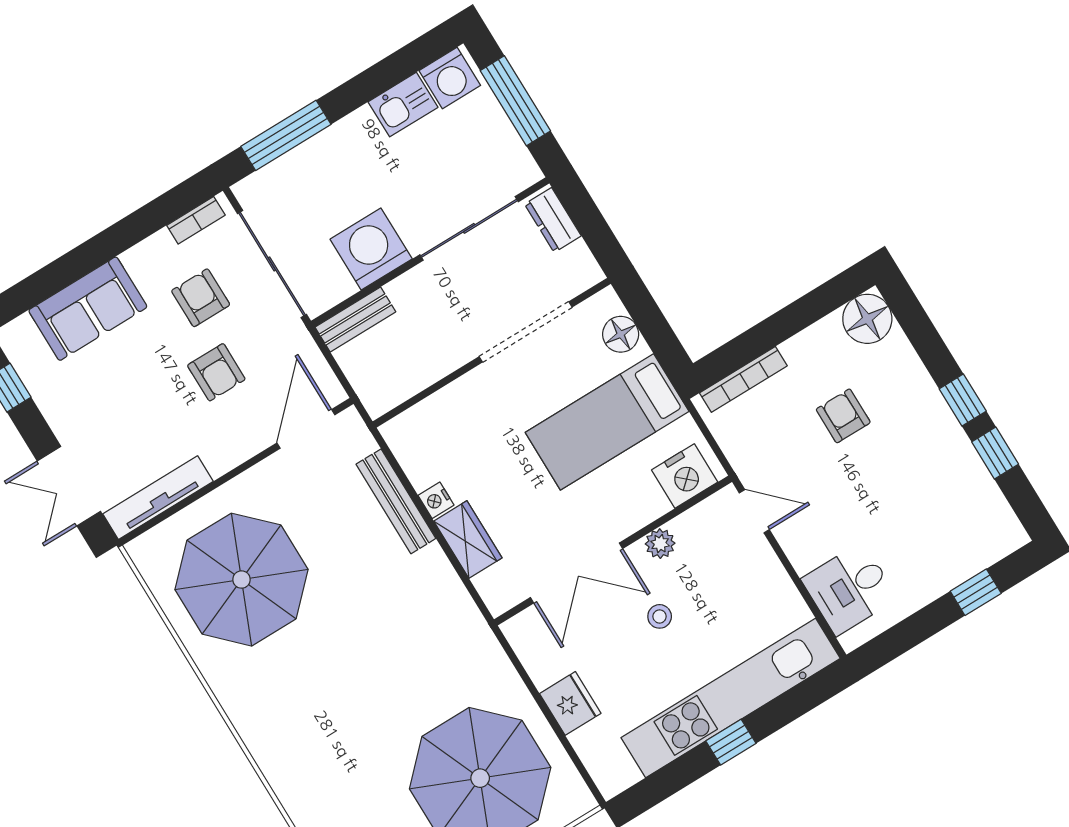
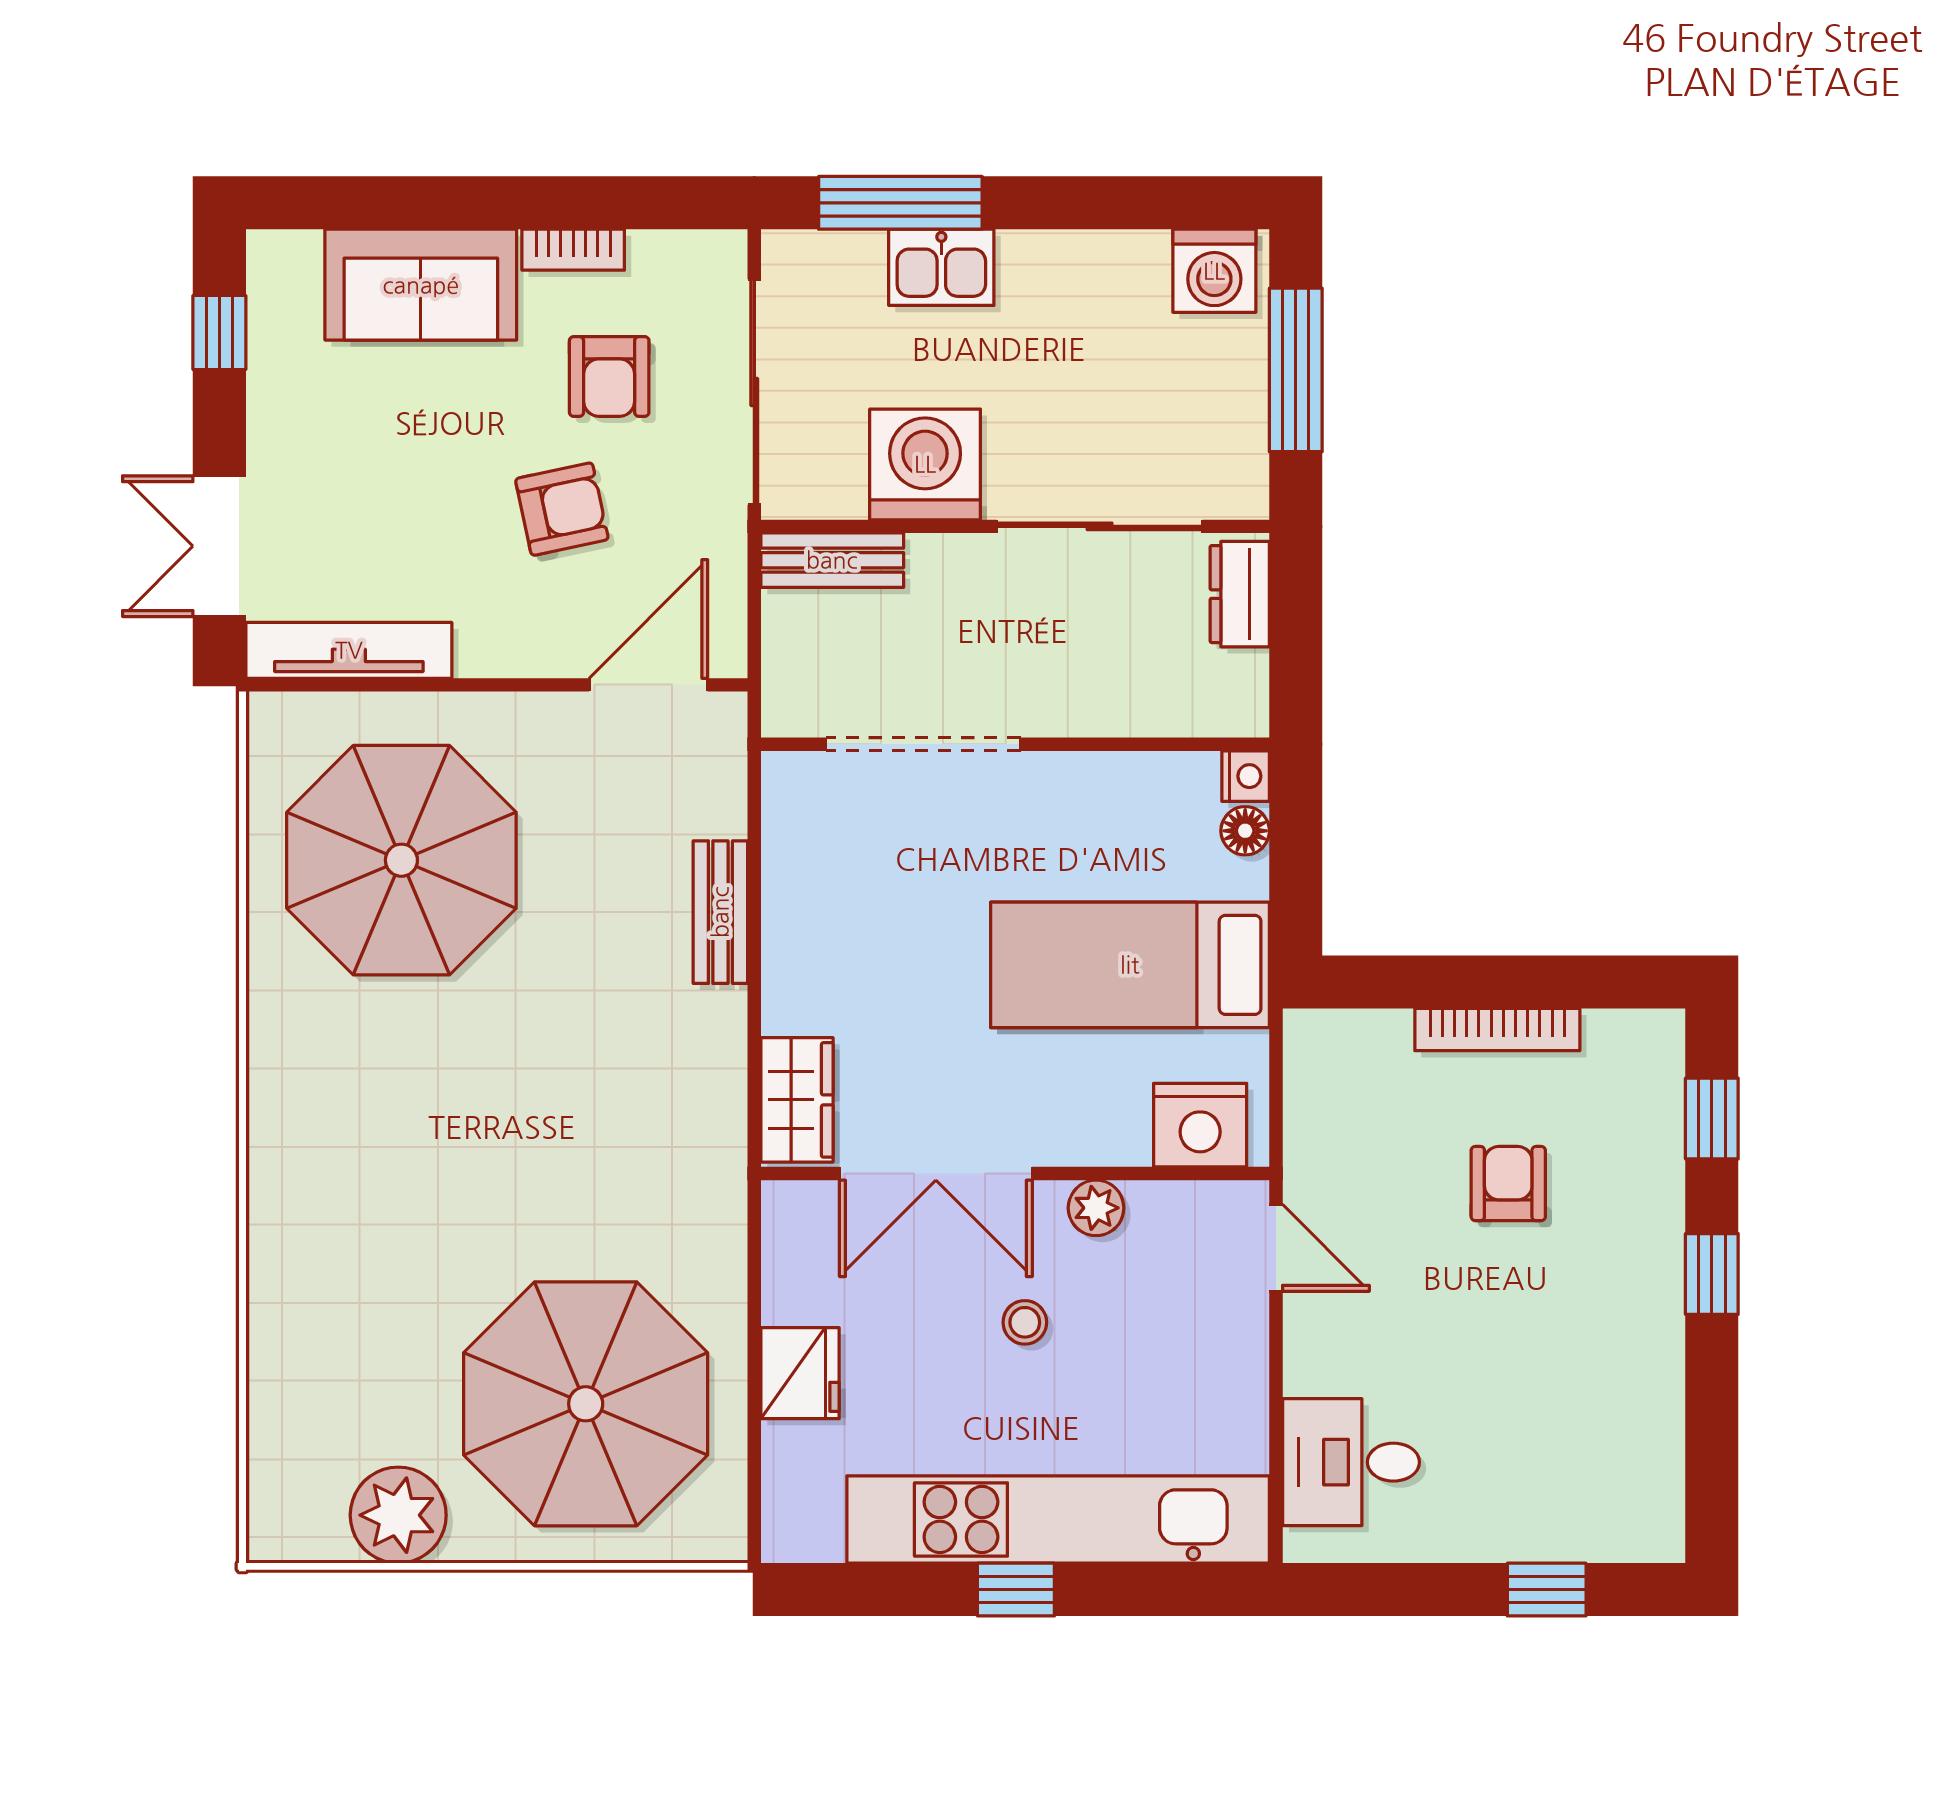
kitchen sink: (403, 105) -> (941, 267), moved
bookcase: (196, 220) -> (573, 250), moved
armchair: (201, 298) -> (609, 376), turned 180
floor lamp: (867, 319) -> (1640, 1054), removed
doorway: (526, 332) -> (923, 744), moved
floor lamp: (621, 334) -> (1245, 831), width x0.73, depth x0.73
armchair: (216, 372) -> (562, 509), turned -102
bookcase: (743, 379) -> (1497, 1030), moved
window: (995, 453) -> (1712, 1118), moved
nightstand: (436, 500) -> (1246, 776), moved, turned 180
bench: (396, 501) -> (720, 912), width x0.73
wardrobe: (468, 539) -> (797, 1100), moved

